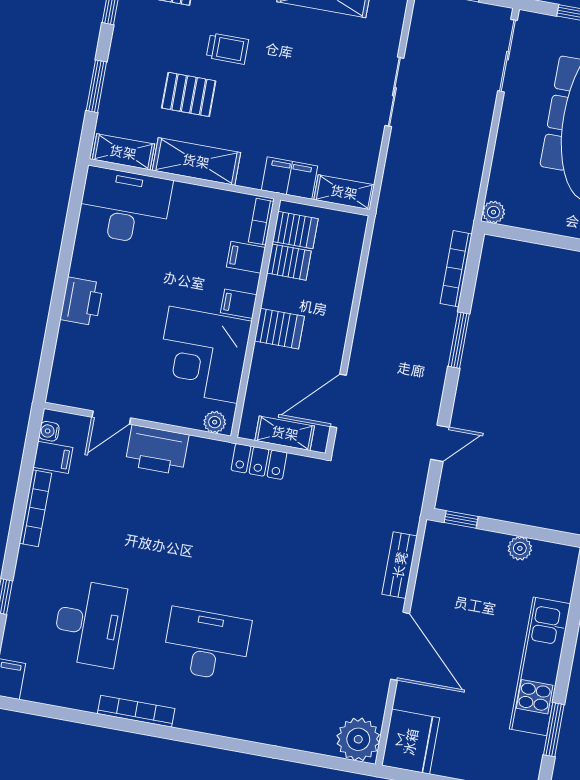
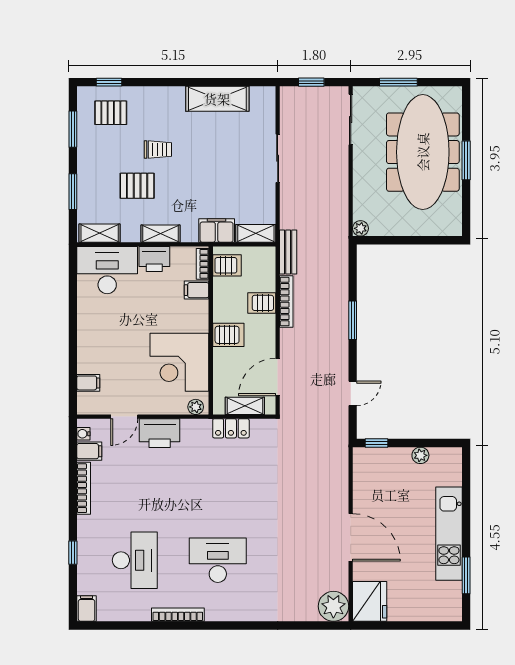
shelving: (196, 161) -> (160, 234), width x0.67, depth x0.75
server rack: (289, 262) -> (262, 303), moved, turned 180
bookcase: (456, 269) -> (286, 302), moved, turned 180
printer: (82, 301) -> (154, 259), moved, turned 90
filing cabinet: (239, 304) -> (88, 383), moved, turned 180
bench: (400, 565) -> (288, 252), moved

